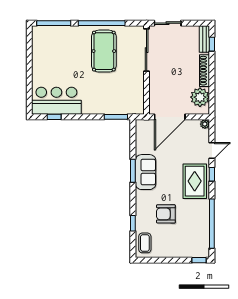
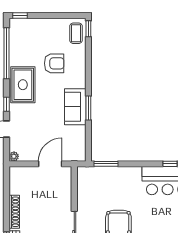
plant: (200, 97) -> (19, 184), removed
door: (170, 117) -> (50, 164), width x0.73
rug: (195, 181) -> (23, 85), moved
window: (133, 223) -> (88, 29), moved

